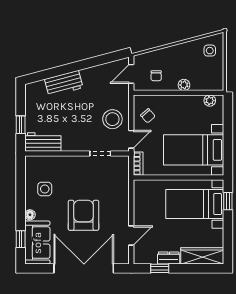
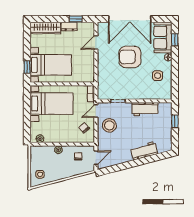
workbench: (43, 142) -> (145, 109), moved
armchair: (84, 215) -> (130, 57), turned 90

